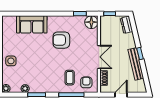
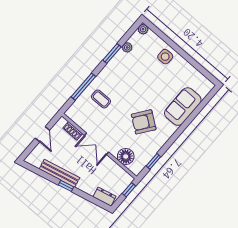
floor lamp: (91, 22) -> (126, 156), moved
armchair: (61, 40) -> (144, 122), turned -144
armchair: (86, 82) -> (83, 111), removed

